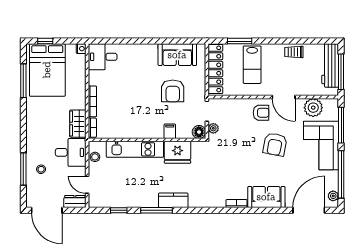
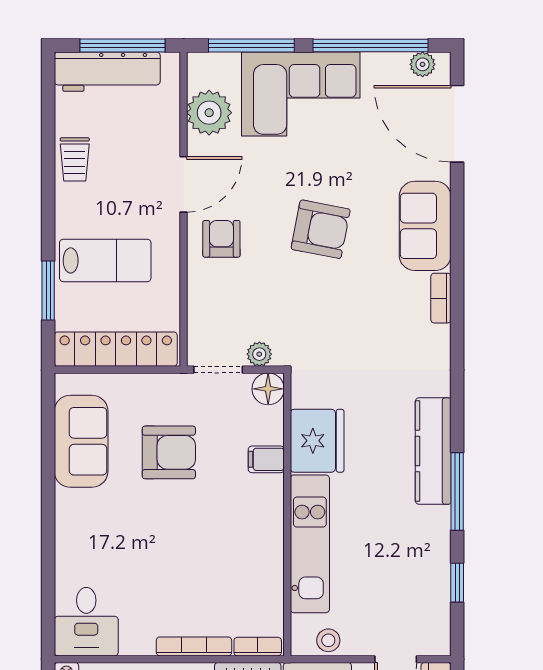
armchair: (275, 144) -> (321, 229), moved
kitchen counter: (173, 200) -> (433, 451), width x1.50

